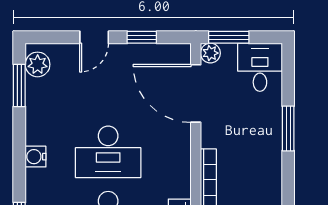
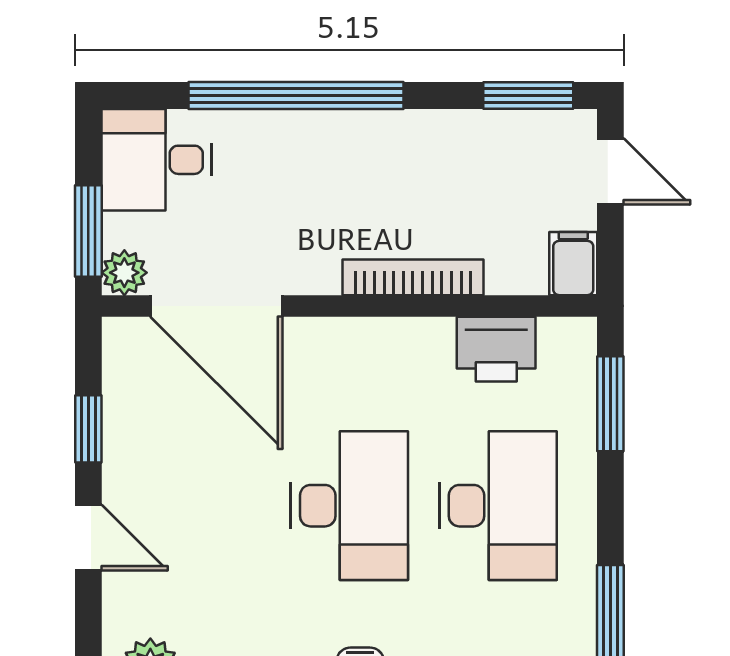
door: (196, 93) -> (216, 306), hinge flipped
window: (288, 128) -> (296, 96), width x2.11

